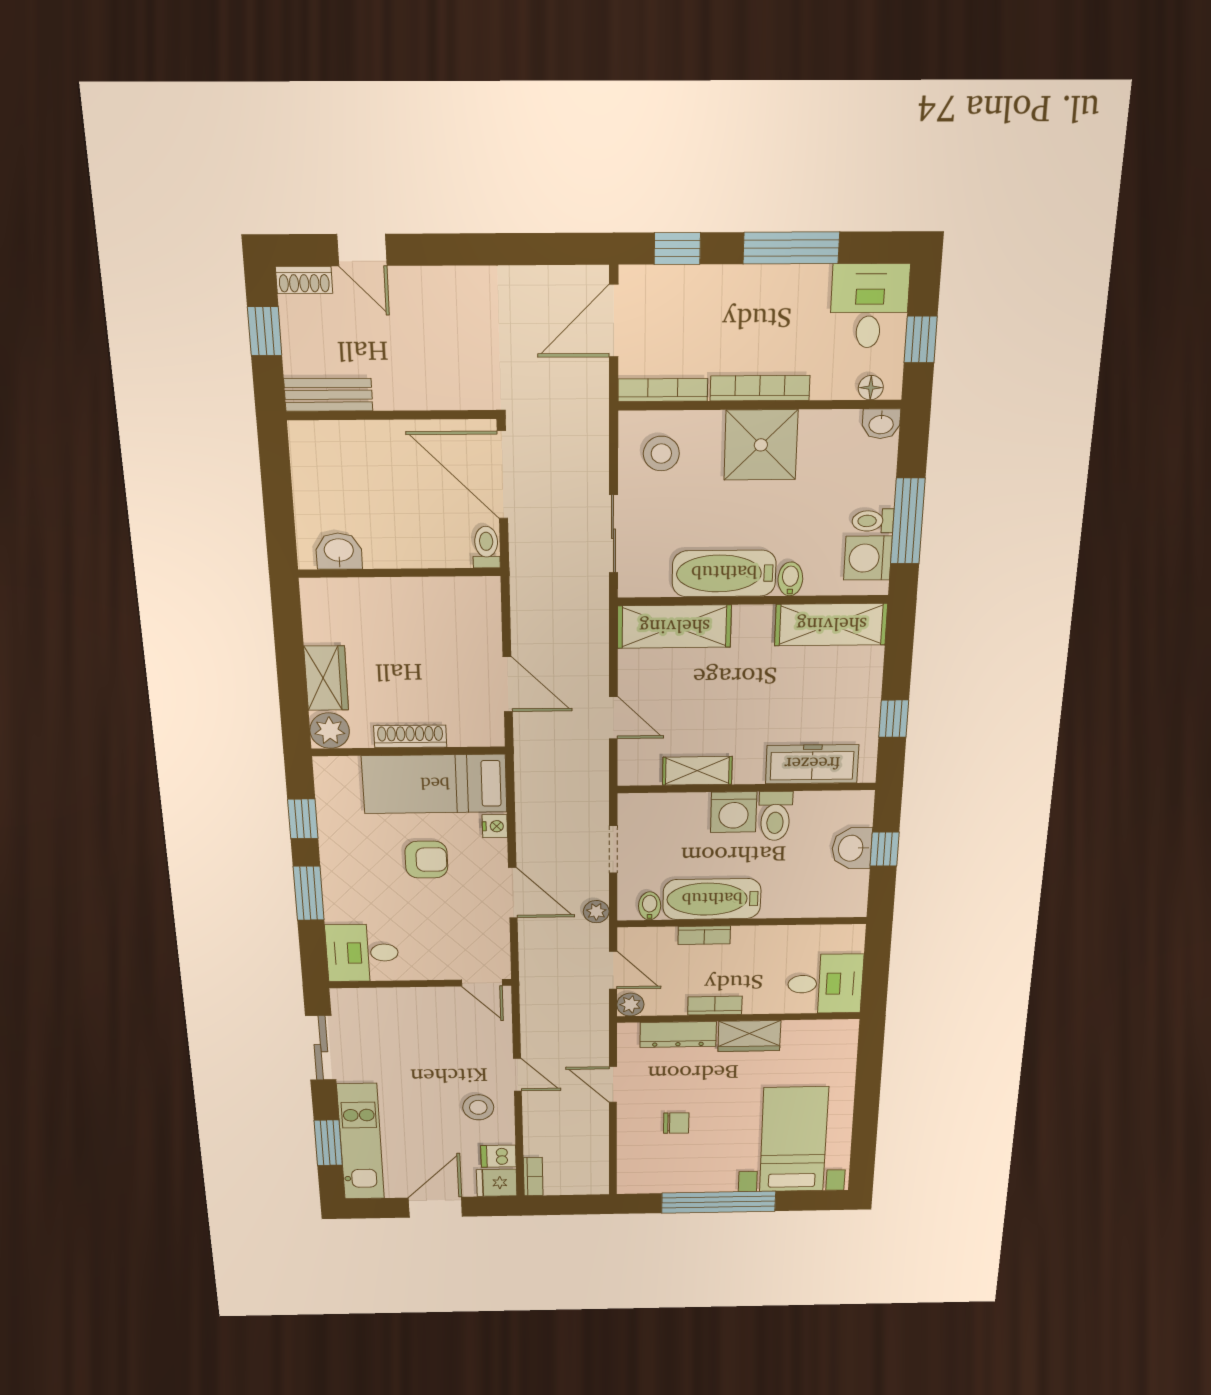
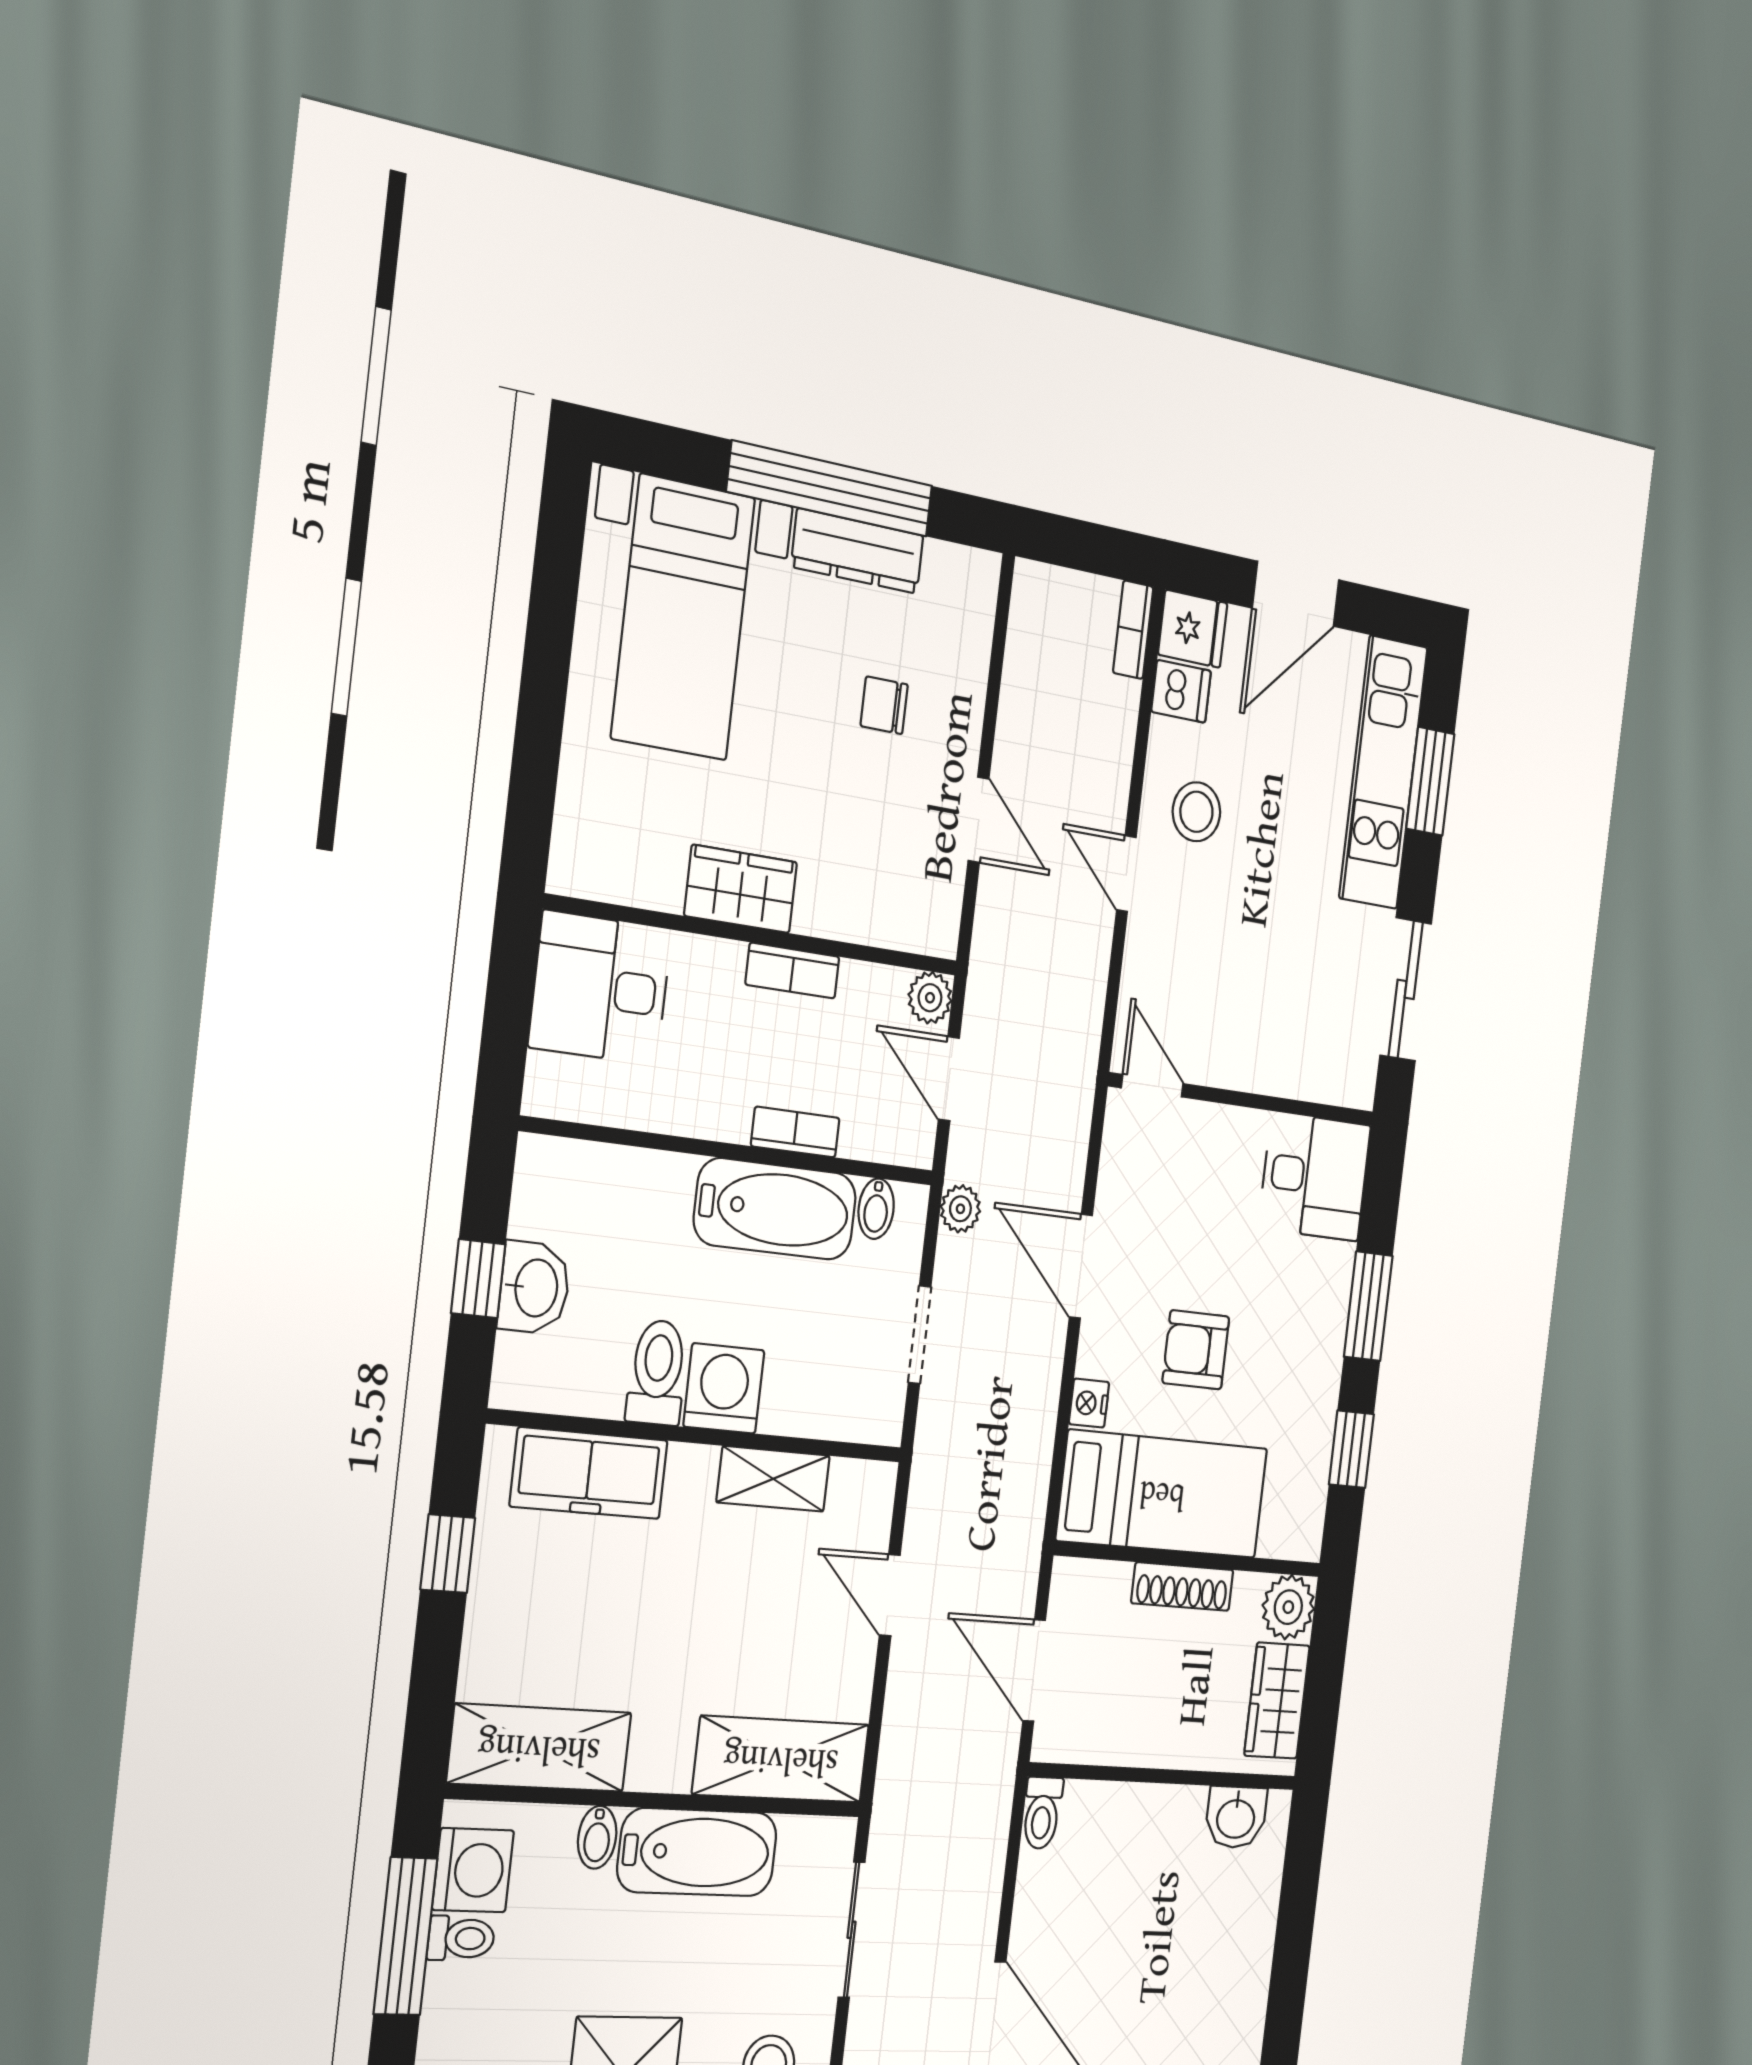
toilet: (486, 547) -> (1042, 1813), moved
washbasin: (339, 551) -> (1236, 1817), moved
wall: (399, 573) -> (1164, 1776), moved
dresser: (678, 1034) -> (857, 551), moved, turned 180

